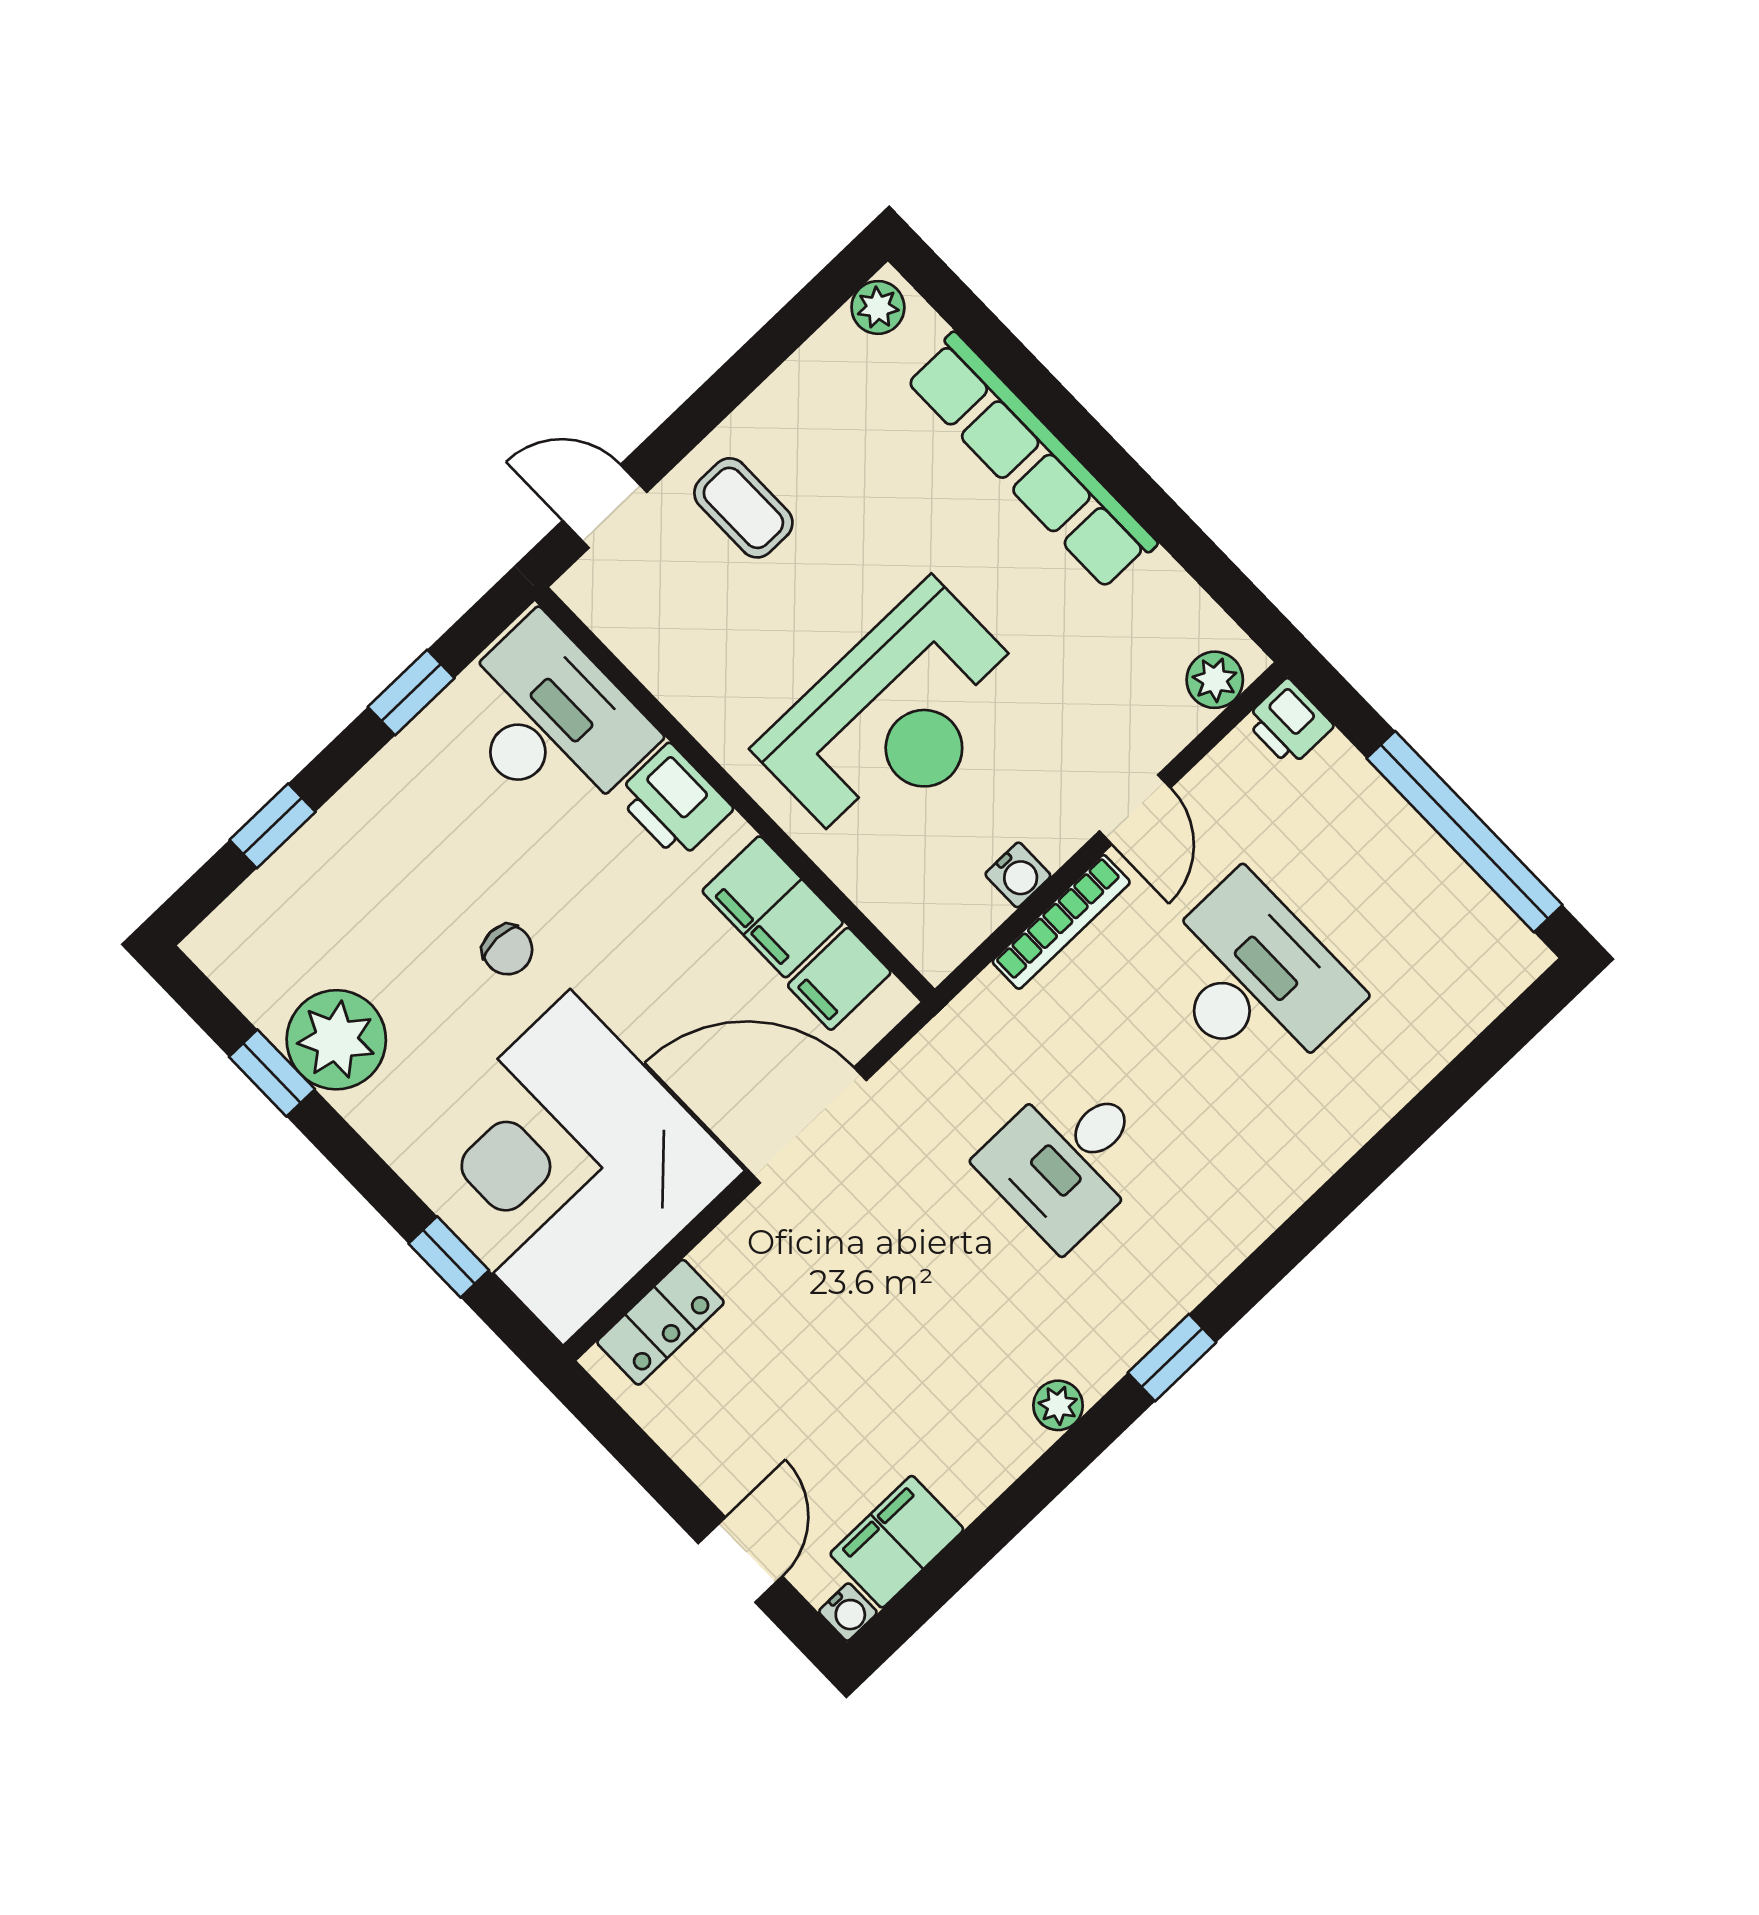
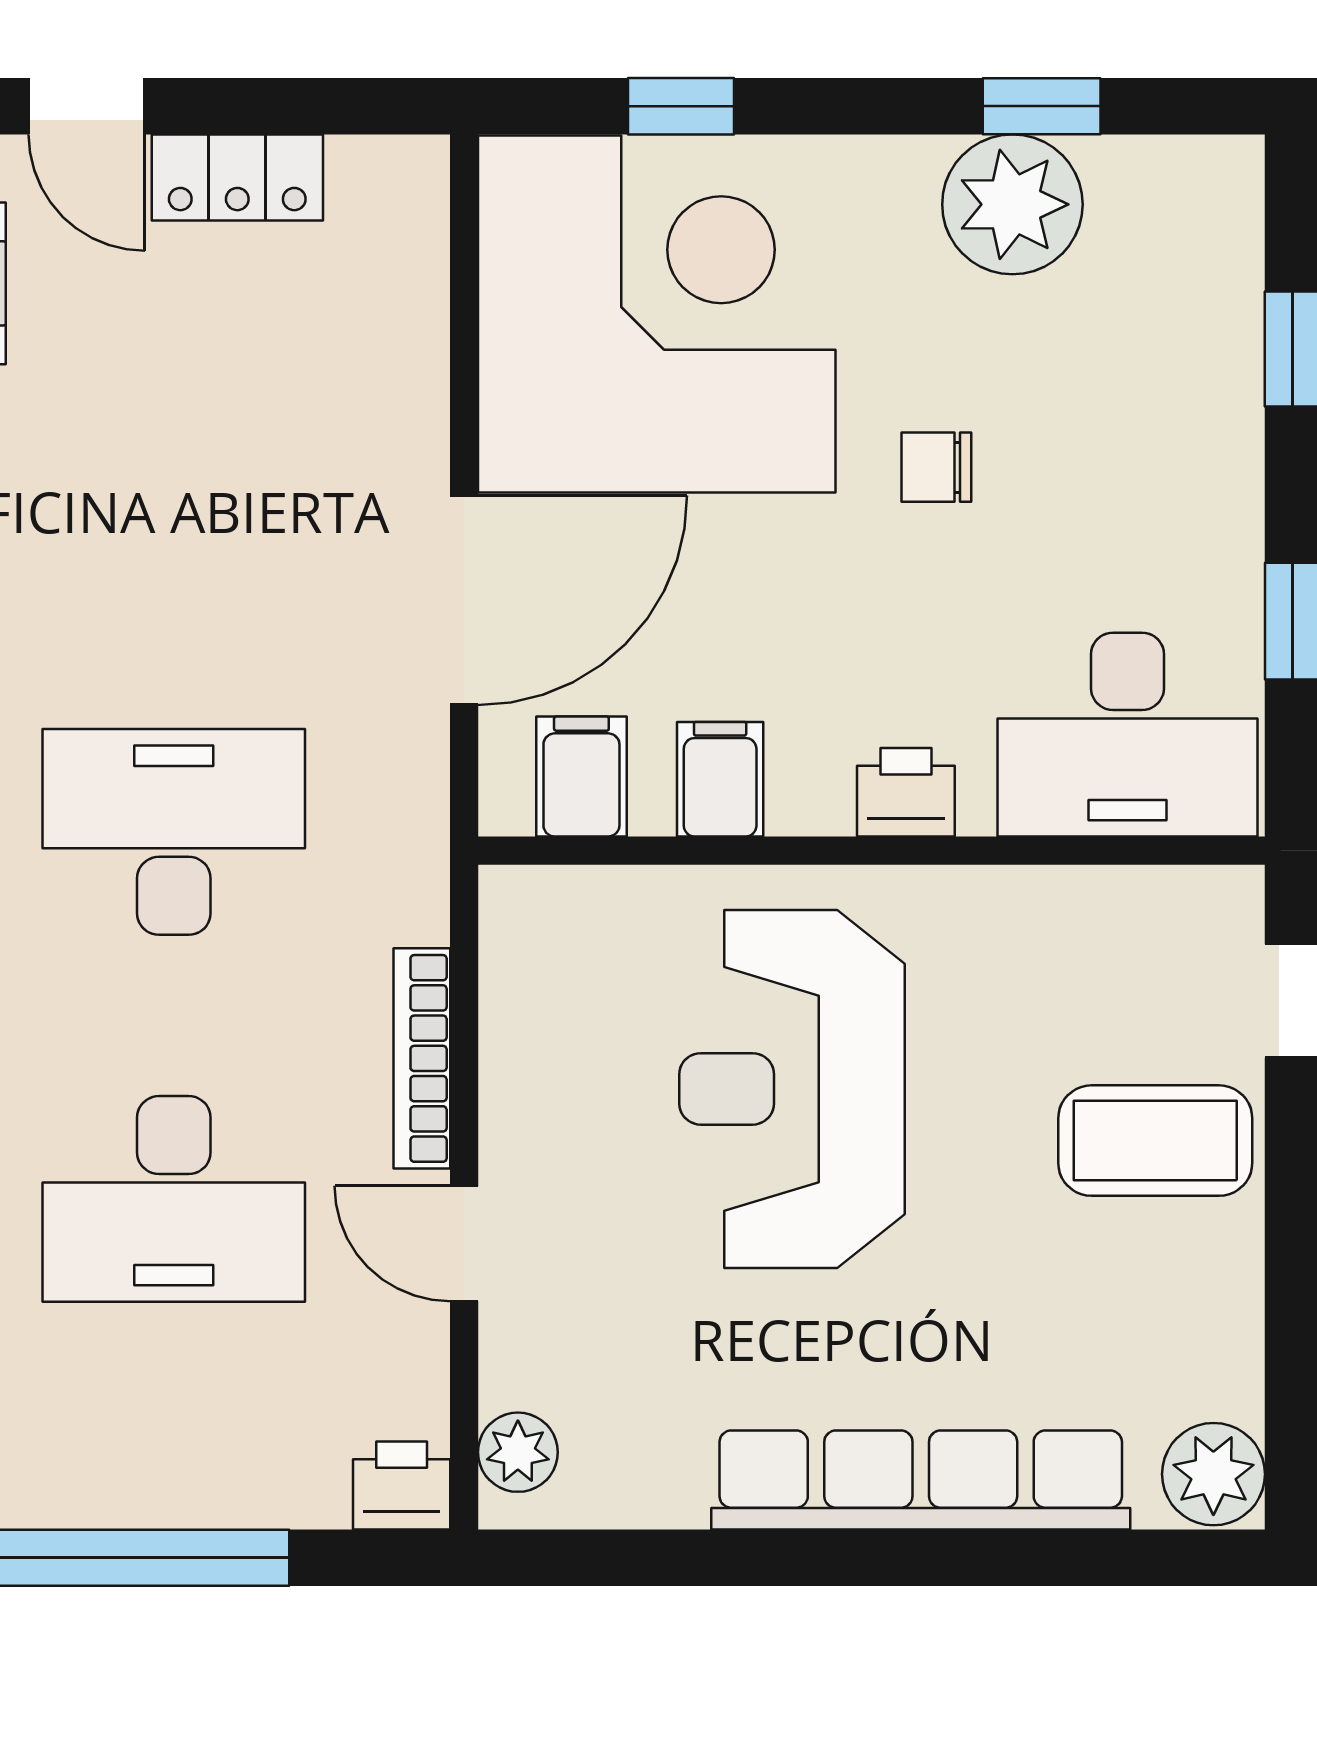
plant: (878, 307) -> (1213, 1474), width x1.38, depth x1.38
coffee table: (743, 508) -> (1155, 1141), width x1.36, depth x1.30
printer: (674, 802) -> (906, 792), width x0.73, depth x0.81
water cooler: (1018, 875) -> (512, 1060), removed
filing cabinet: (773, 907) -> (720, 779), width x0.50
desk: (1067, 1159) -> (174, 832), width x1.37
locker: (660, 1322) -> (237, 177), moved, turned -90

